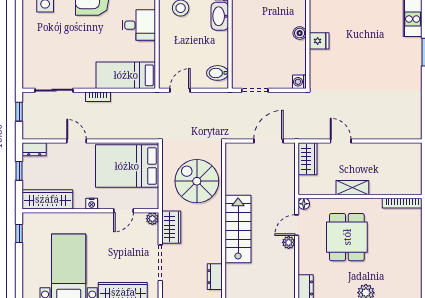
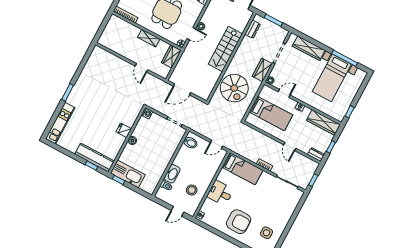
wardrobe: (308, 159) -> (171, 56), moved
bed: (127, 166) -> (271, 113), width x0.67

